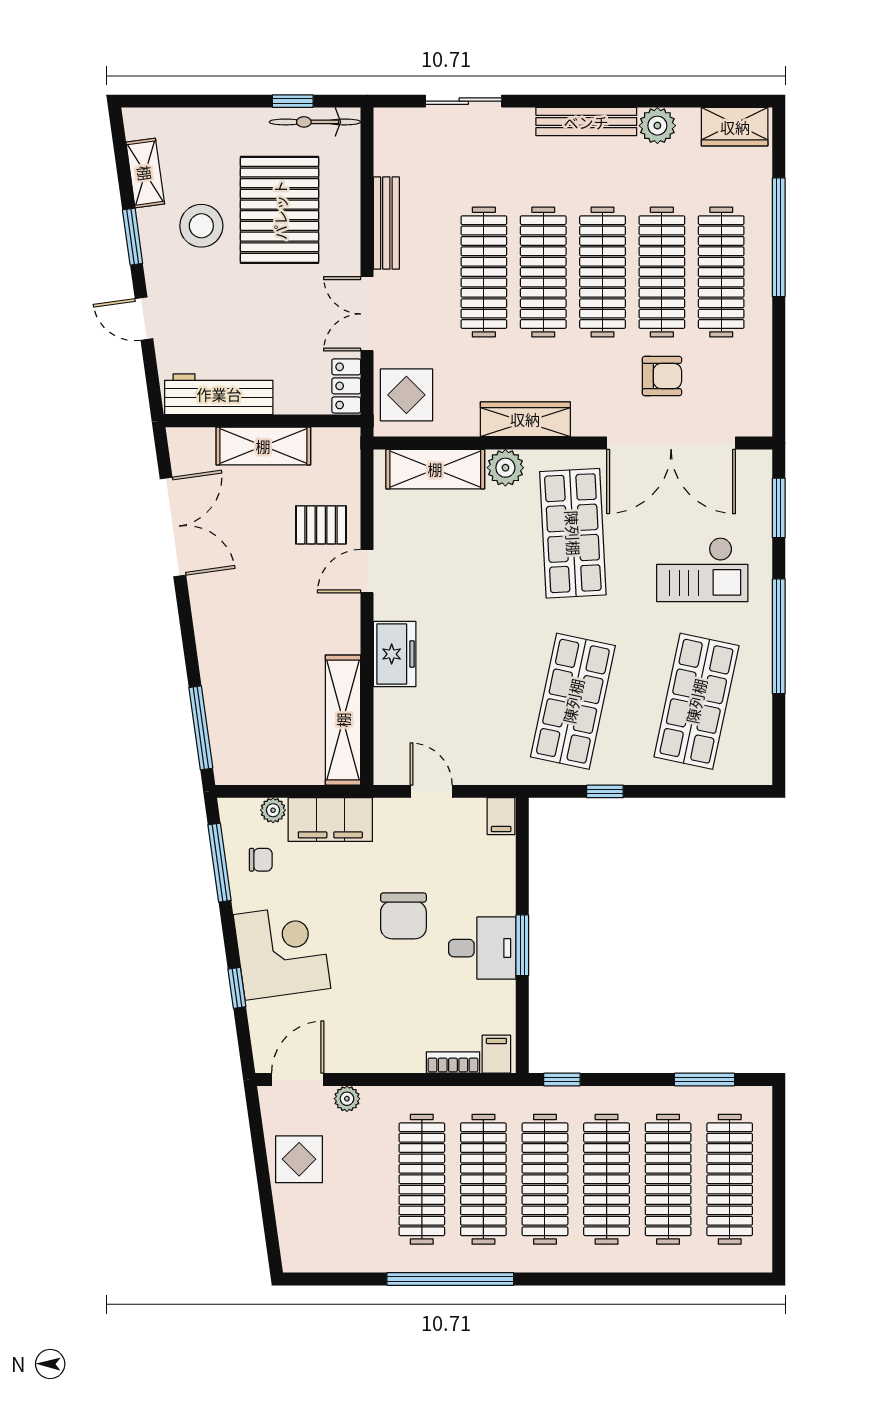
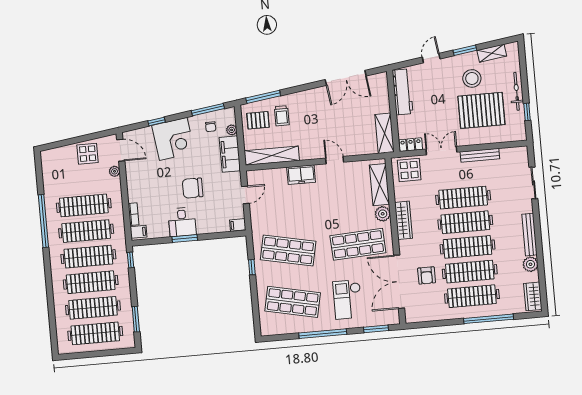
bicycle: (315, 122) -> (517, 91), moved
shelving: (263, 446) -> (384, 133), moved
pallet: (321, 525) -> (258, 120), moved, turned 90
trolley: (250, 688) -> (282, 116), added

